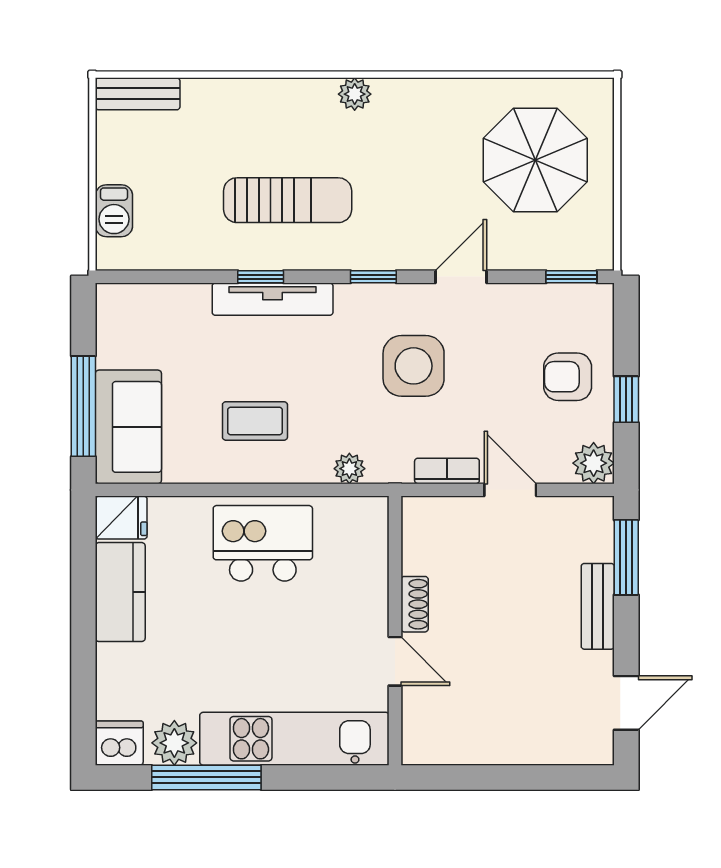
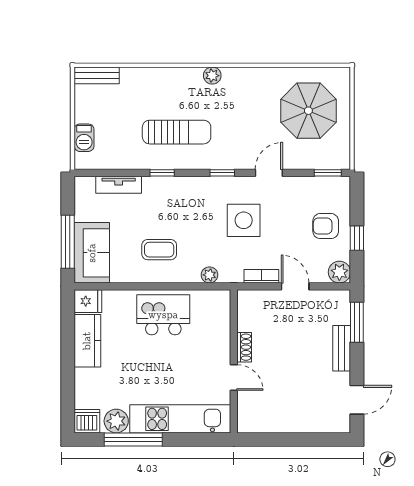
tv unit: (273, 299) -> (119, 185), moved, width x0.71

